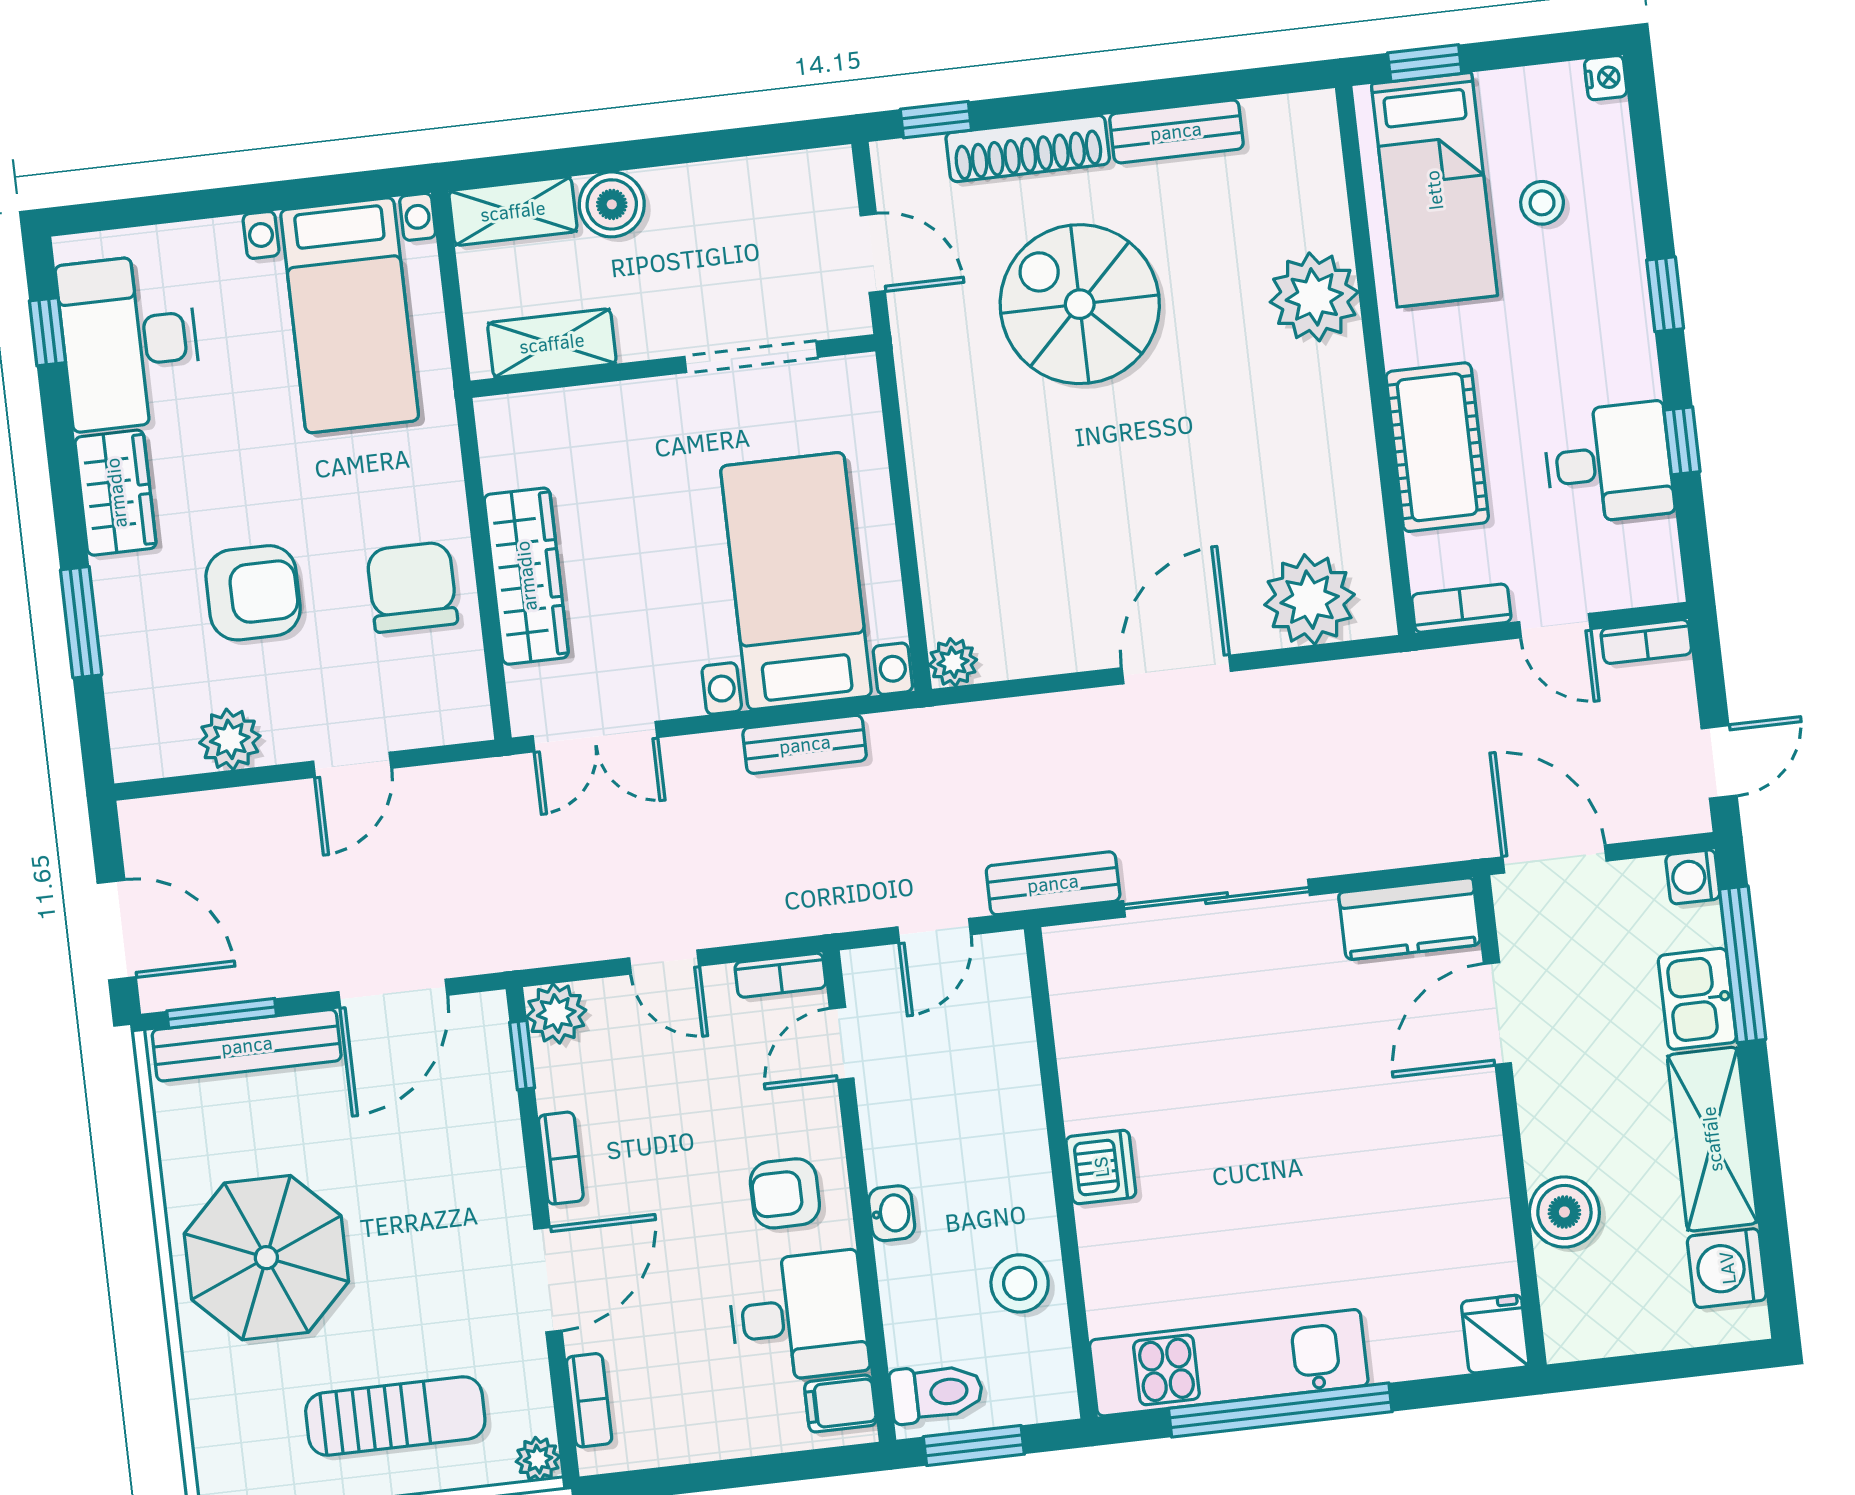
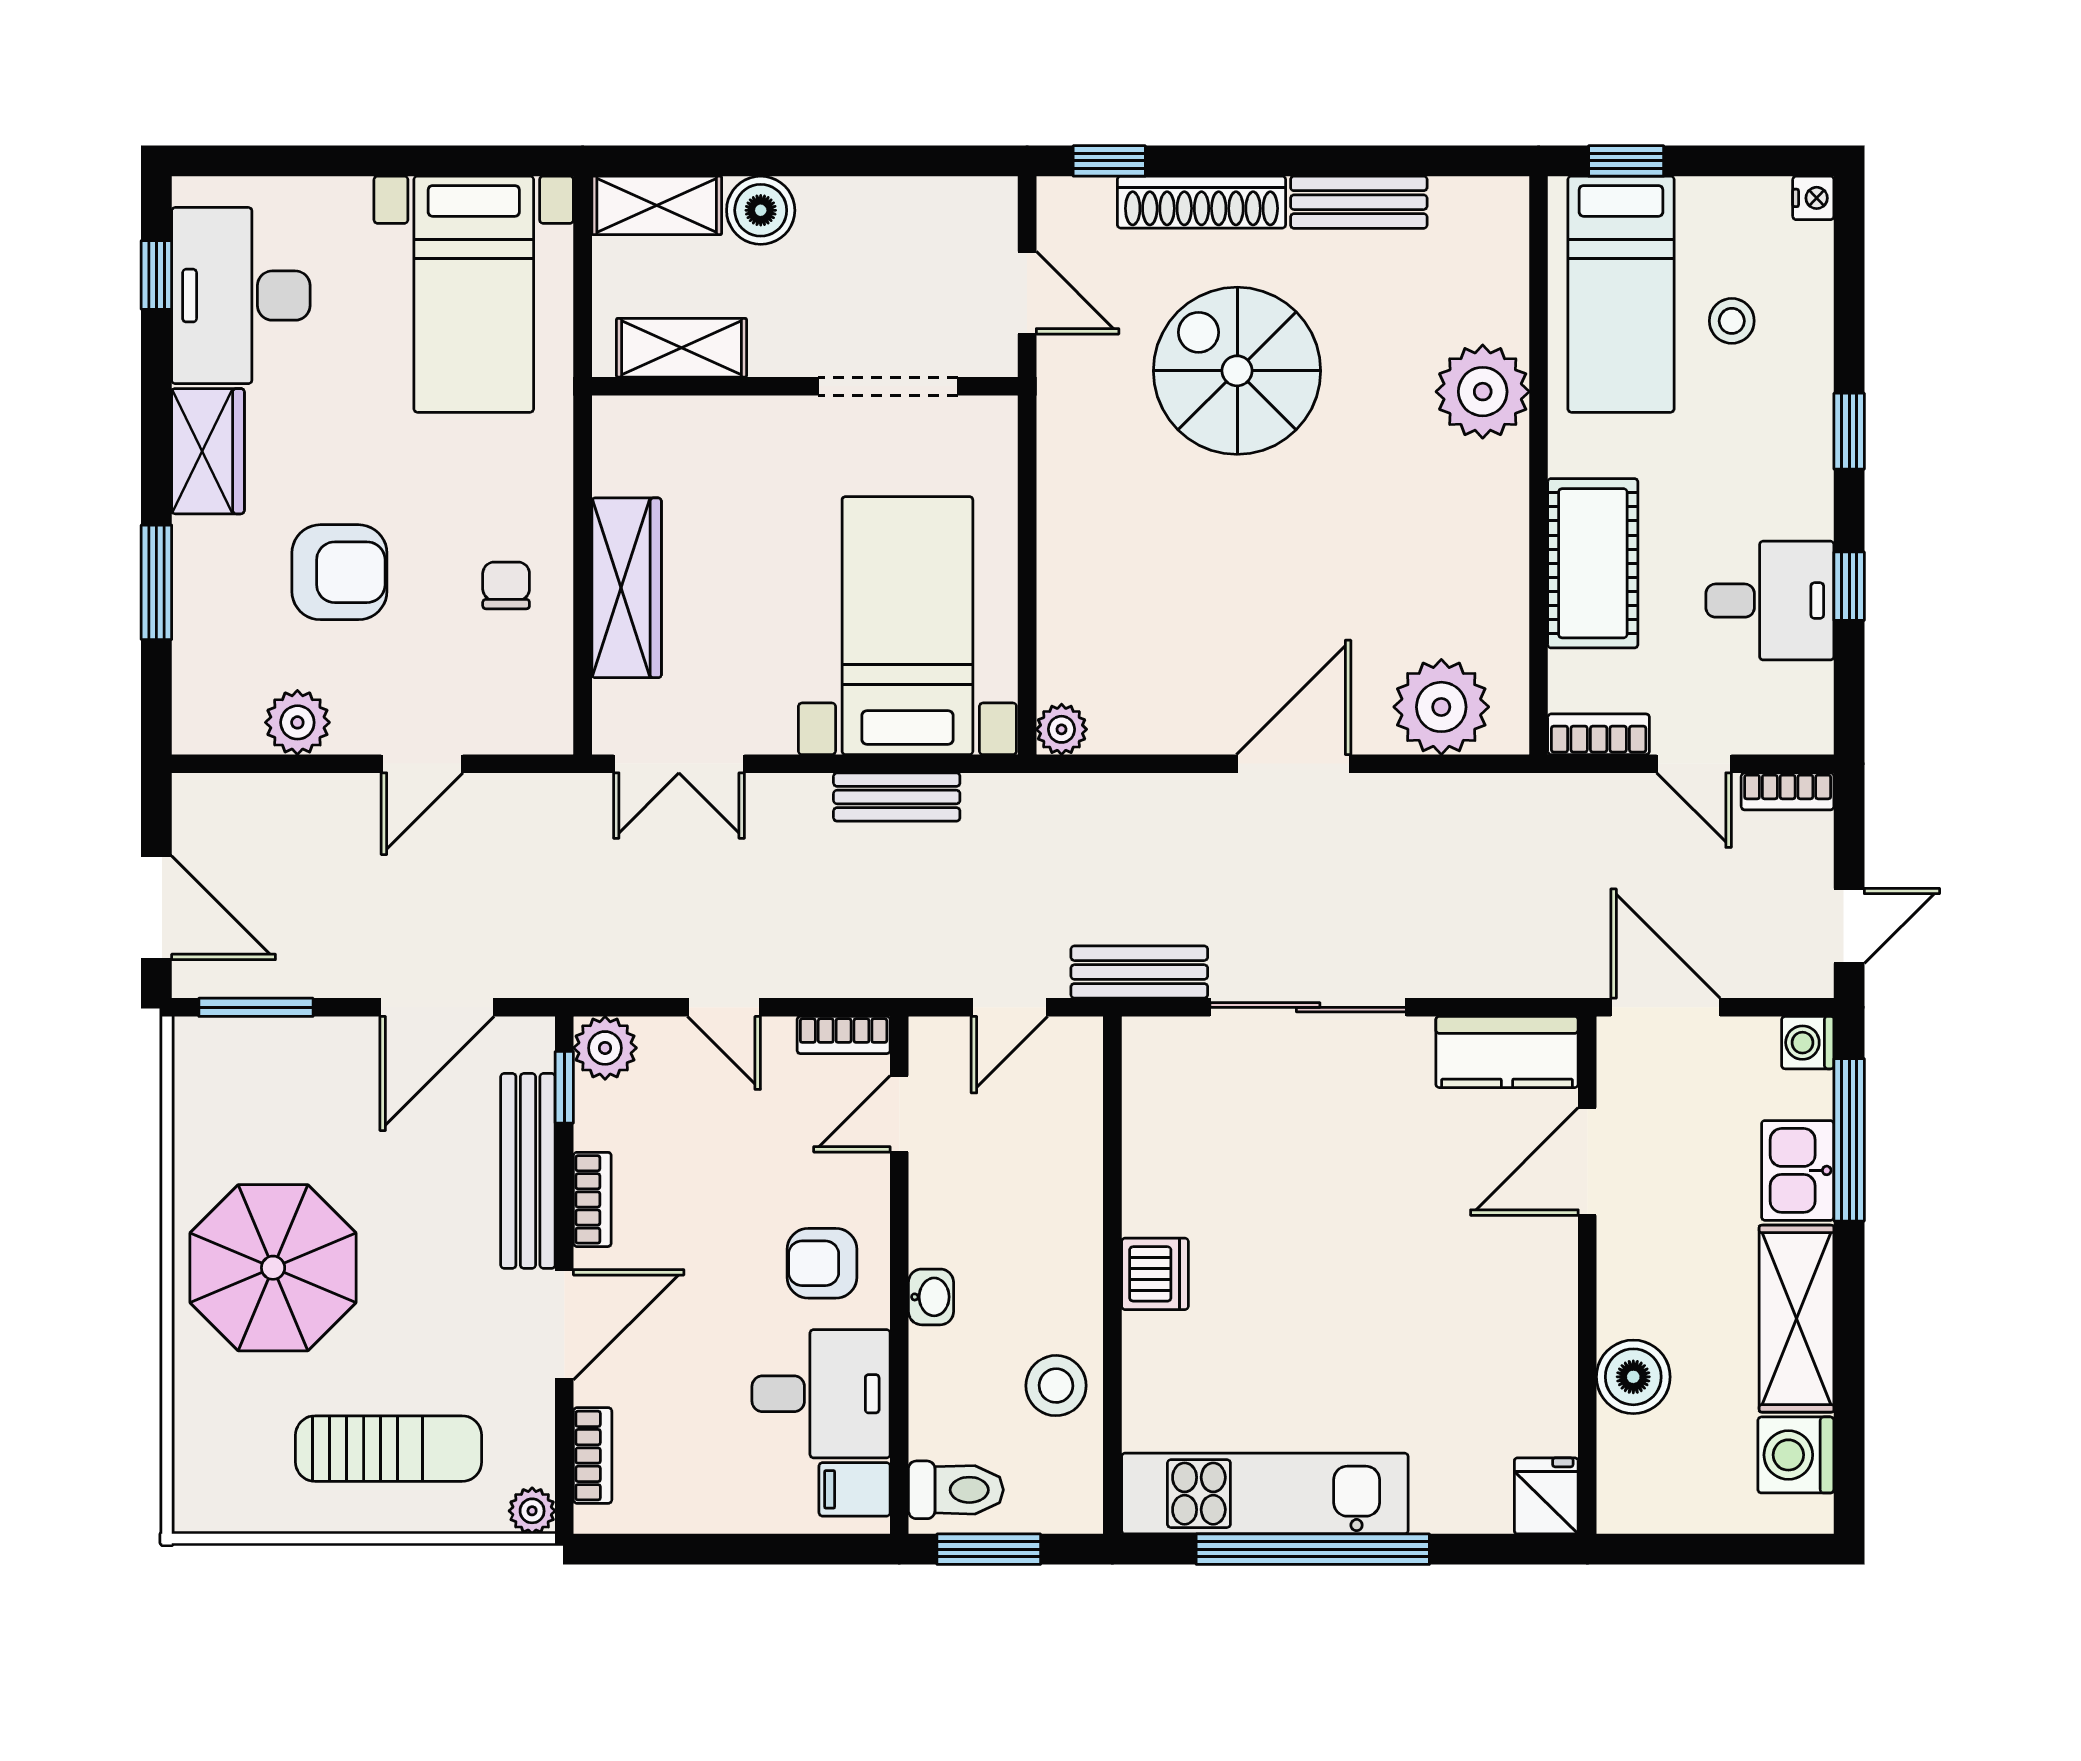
chair: (412, 587) -> (506, 585), width x0.54, depth x0.54
bench: (247, 1045) -> (528, 1171), moved, turned 90

